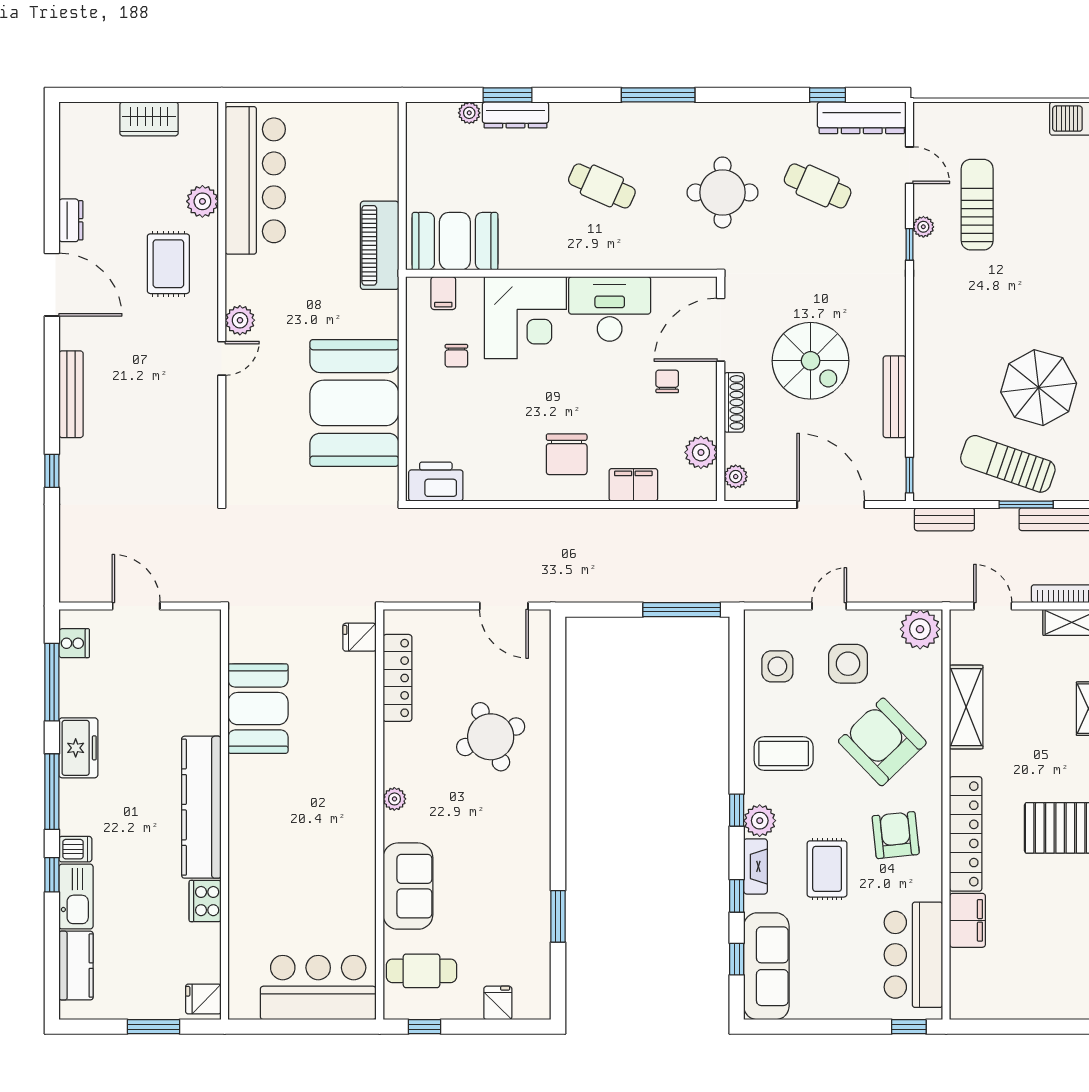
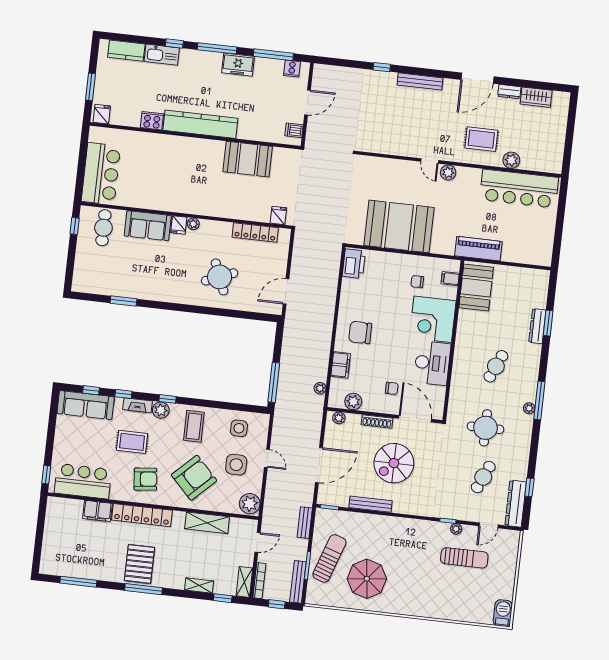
plant: (469, 113) -> (529, 408), moved
wardrobe: (149, 119) -> (536, 97), moved, turned -90
plant: (683, 519) -> (320, 388), added
dishwasher: (75, 849) -> (294, 130), moved, turned 90
fridge: (498, 1003) -> (179, 225), moved, turned 90

